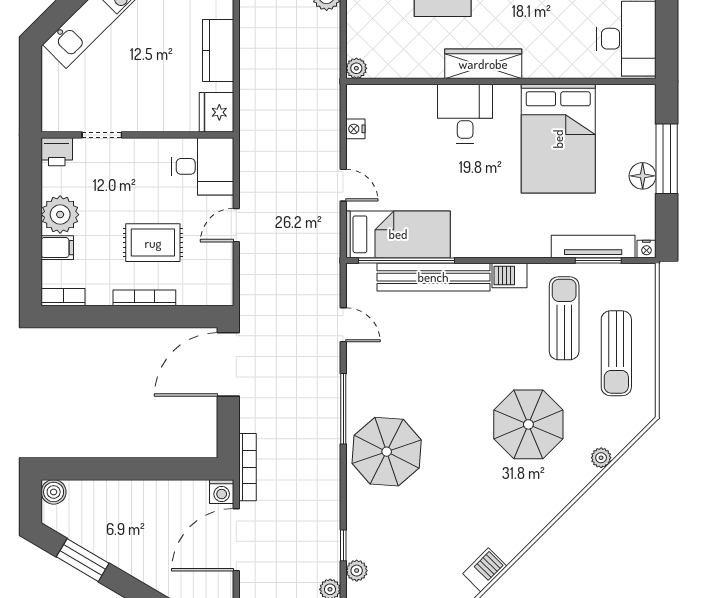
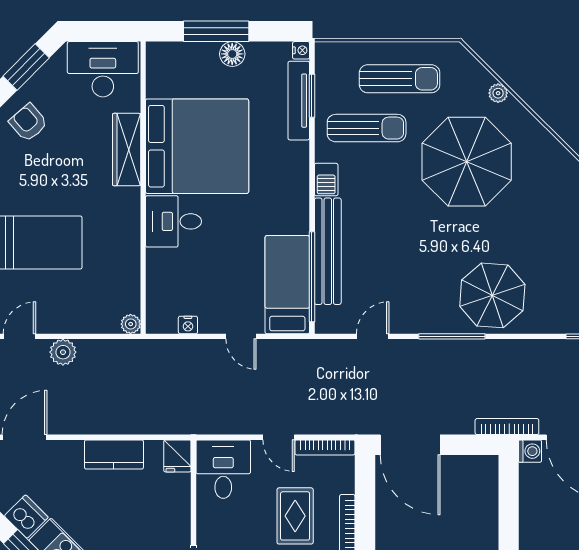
wardrobe: (483, 64) -> (127, 150), moved
fridge: (217, 112) -> (177, 456), width x0.72
bed: (558, 139) -> (197, 146), width x1.36
door: (343, 185) -> (241, 336), swing flipped
bookcase: (226, 274) -> (325, 447), added
sun lounger: (564, 318) -> (367, 128), turned 180
parasol: (528, 424) -> (467, 162), width x1.36, depth x1.36

